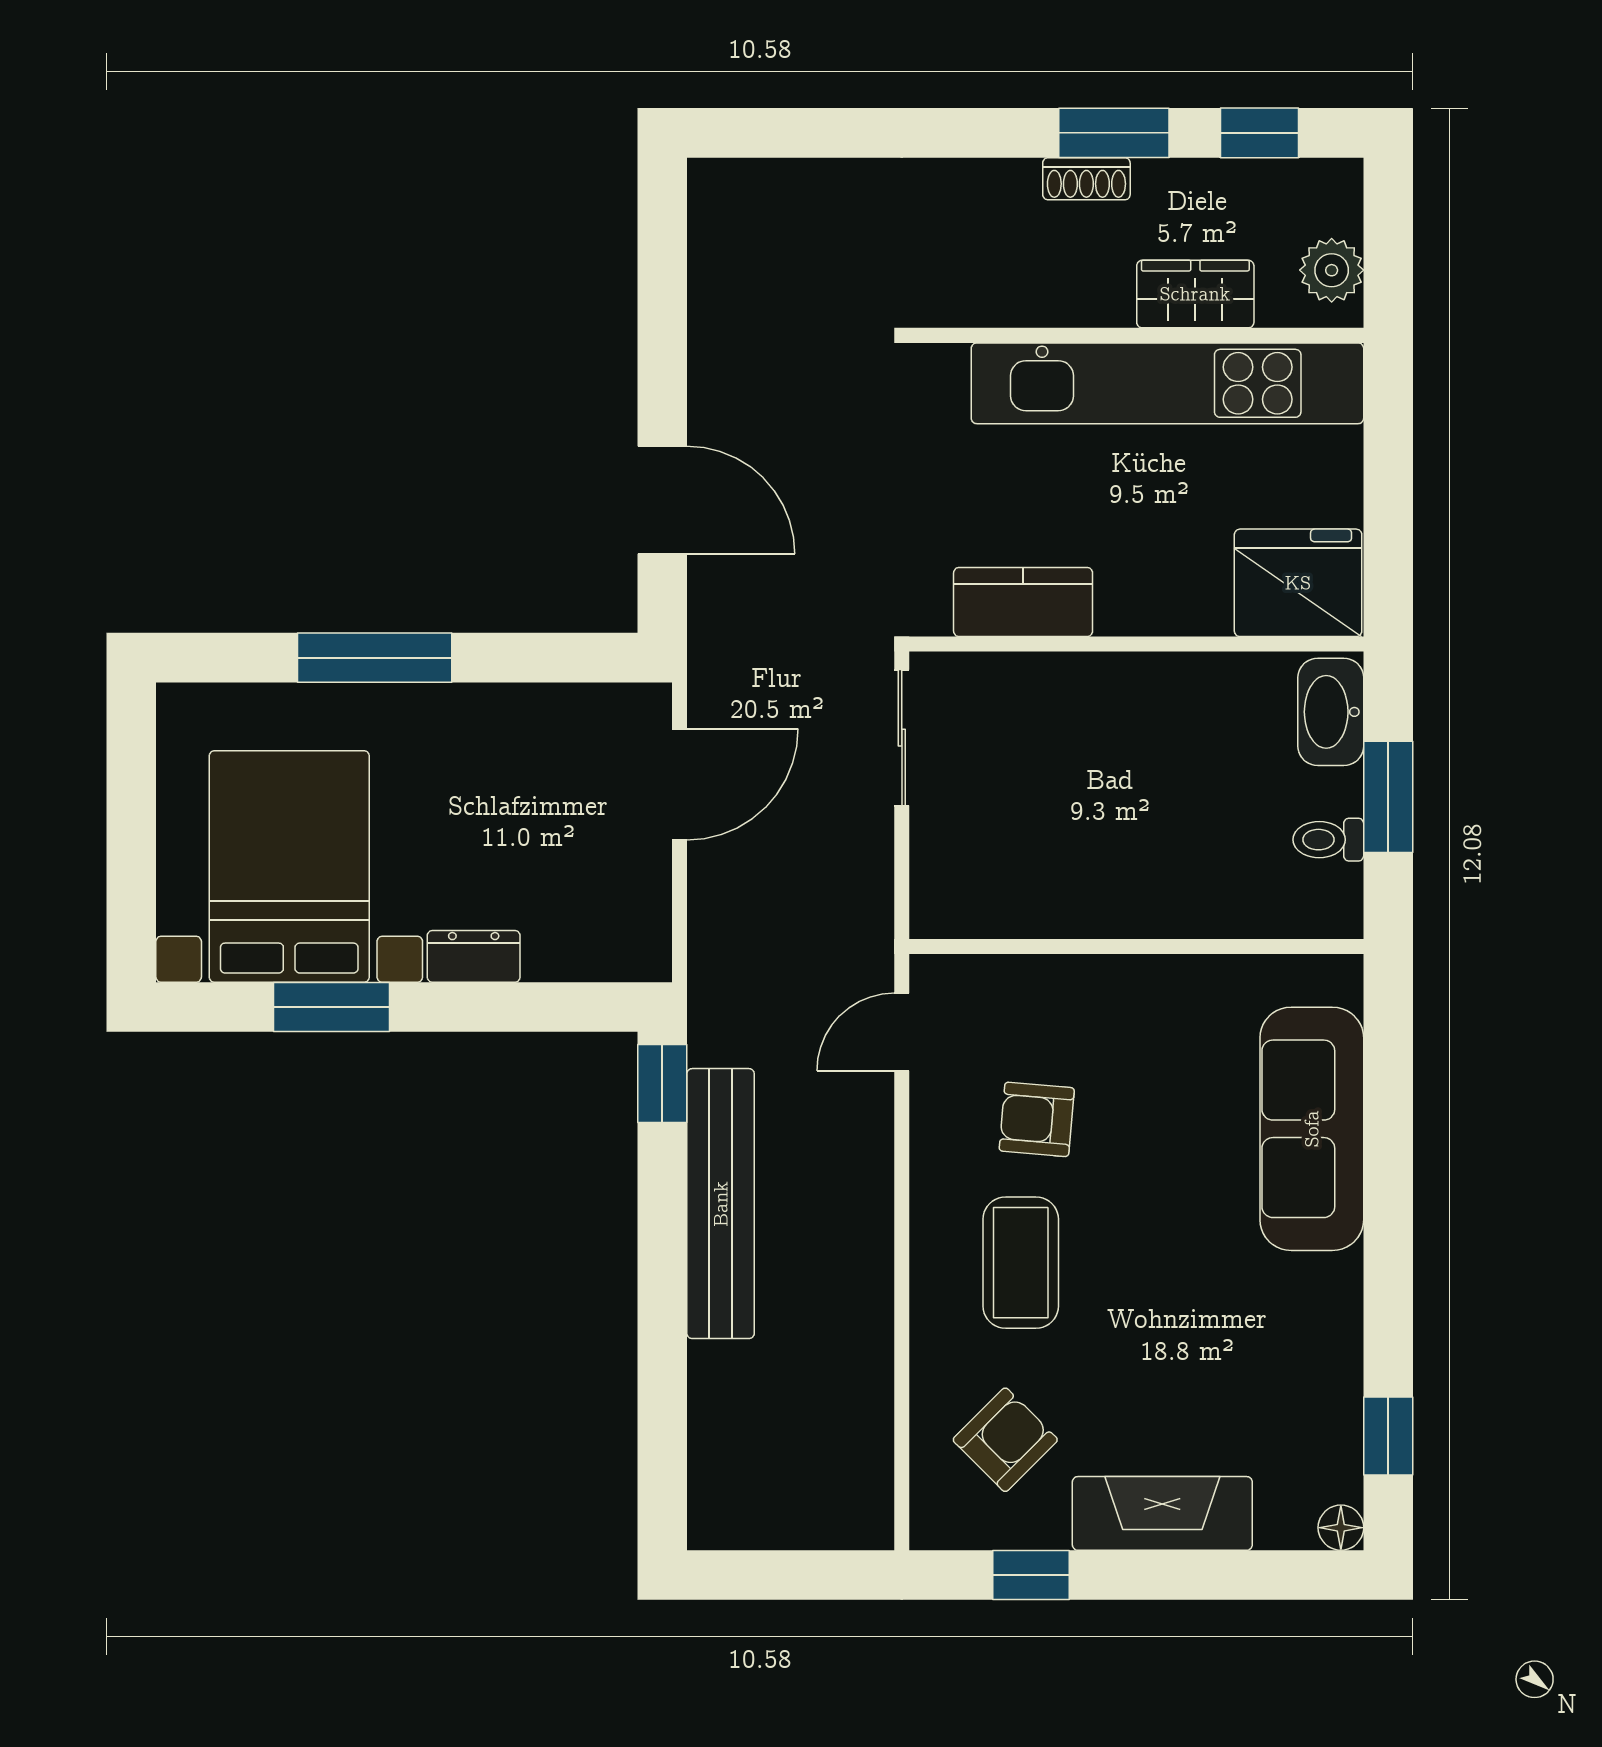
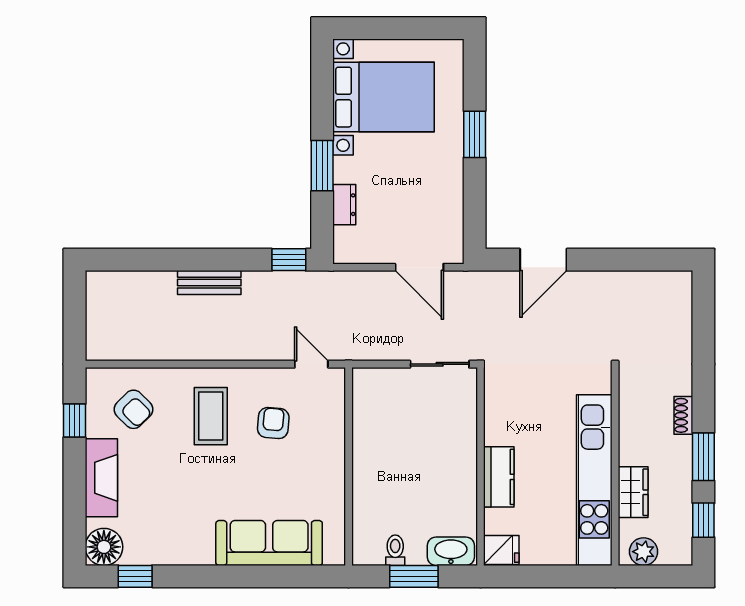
shoe rack: (1086, 179) -> (683, 415), moved
fridge: (1298, 583) -> (501, 550), width x0.53, depth x0.75
kitchen counter: (1023, 602) -> (499, 477), moved
window: (375, 658) -> (475, 134), width x0.69
dresser: (474, 956) -> (344, 205), moved
window: (332, 1007) -> (322, 166), moved
bench: (721, 1204) -> (209, 283), width x0.54, depth x0.82
coffee table: (1021, 1263) -> (211, 416), turned 90
floor lamp: (1341, 1528) -> (104, 547), width x1.89, depth x1.89

